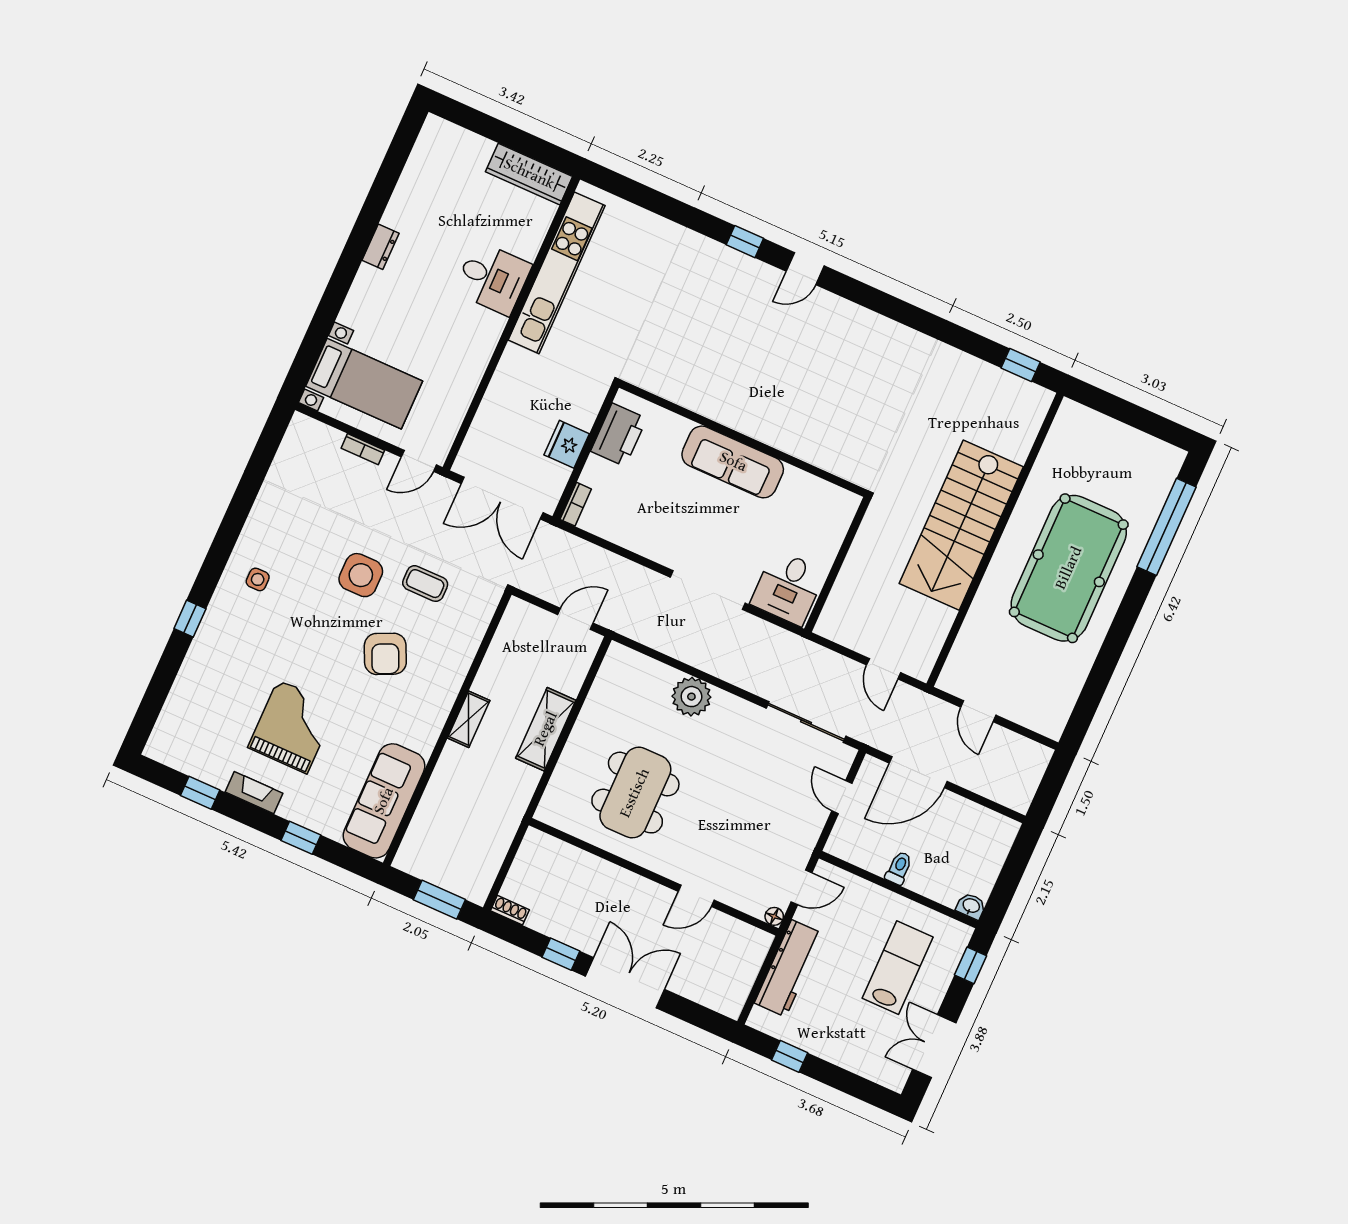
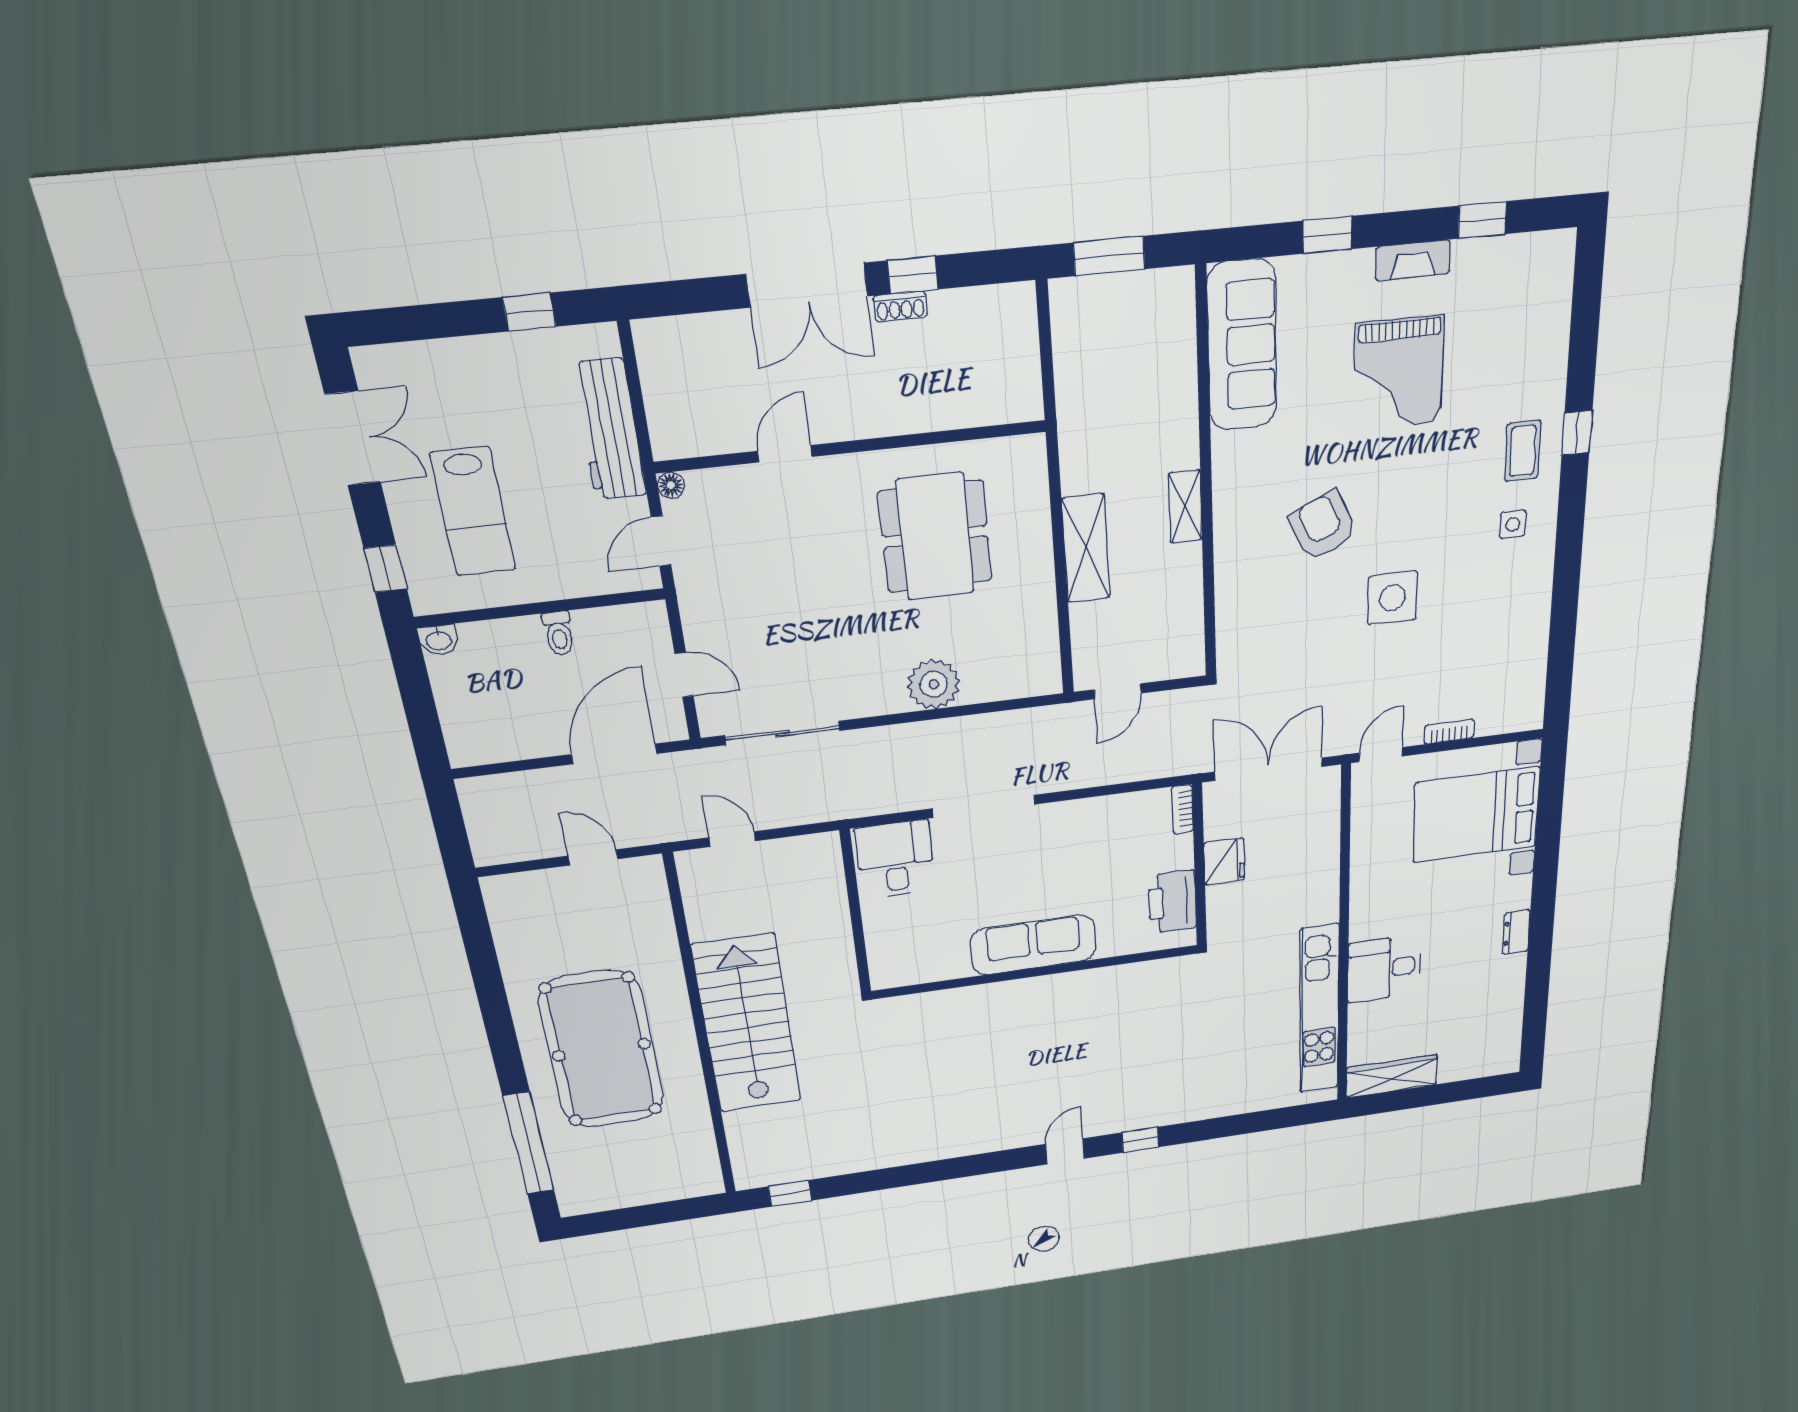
bed with nightstands: (364, 384) -> (1476, 815), width x1.36
coffee table: (425, 584) -> (1523, 451), moved, turned 90
shoe rack: (510, 910) -> (900, 306), moved

